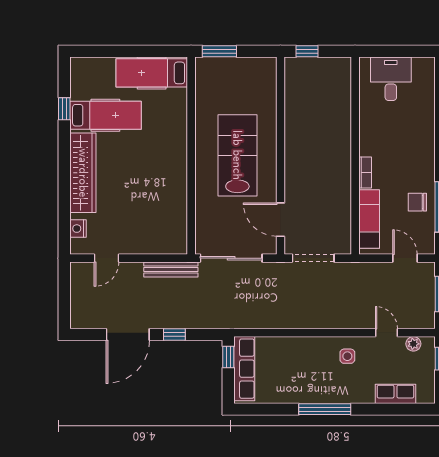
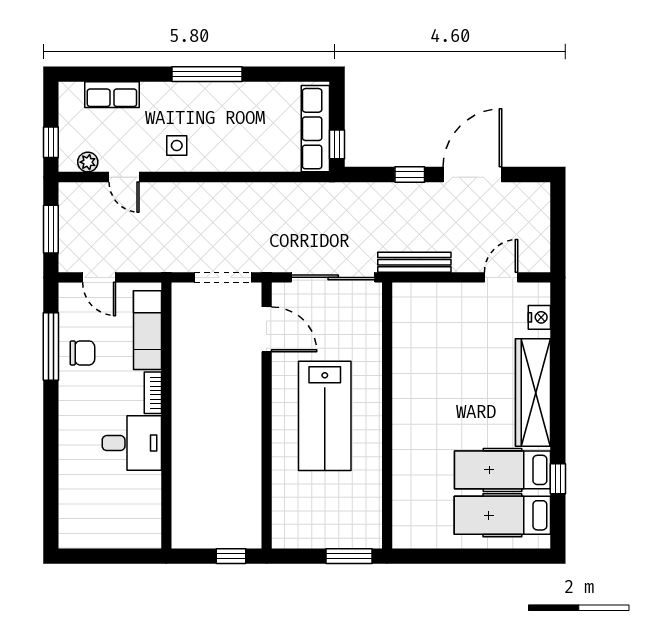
hospital bed: (152, 73) -> (502, 515), moved, turned 180
desk: (391, 79) -> (132, 443), moved, turned -90

